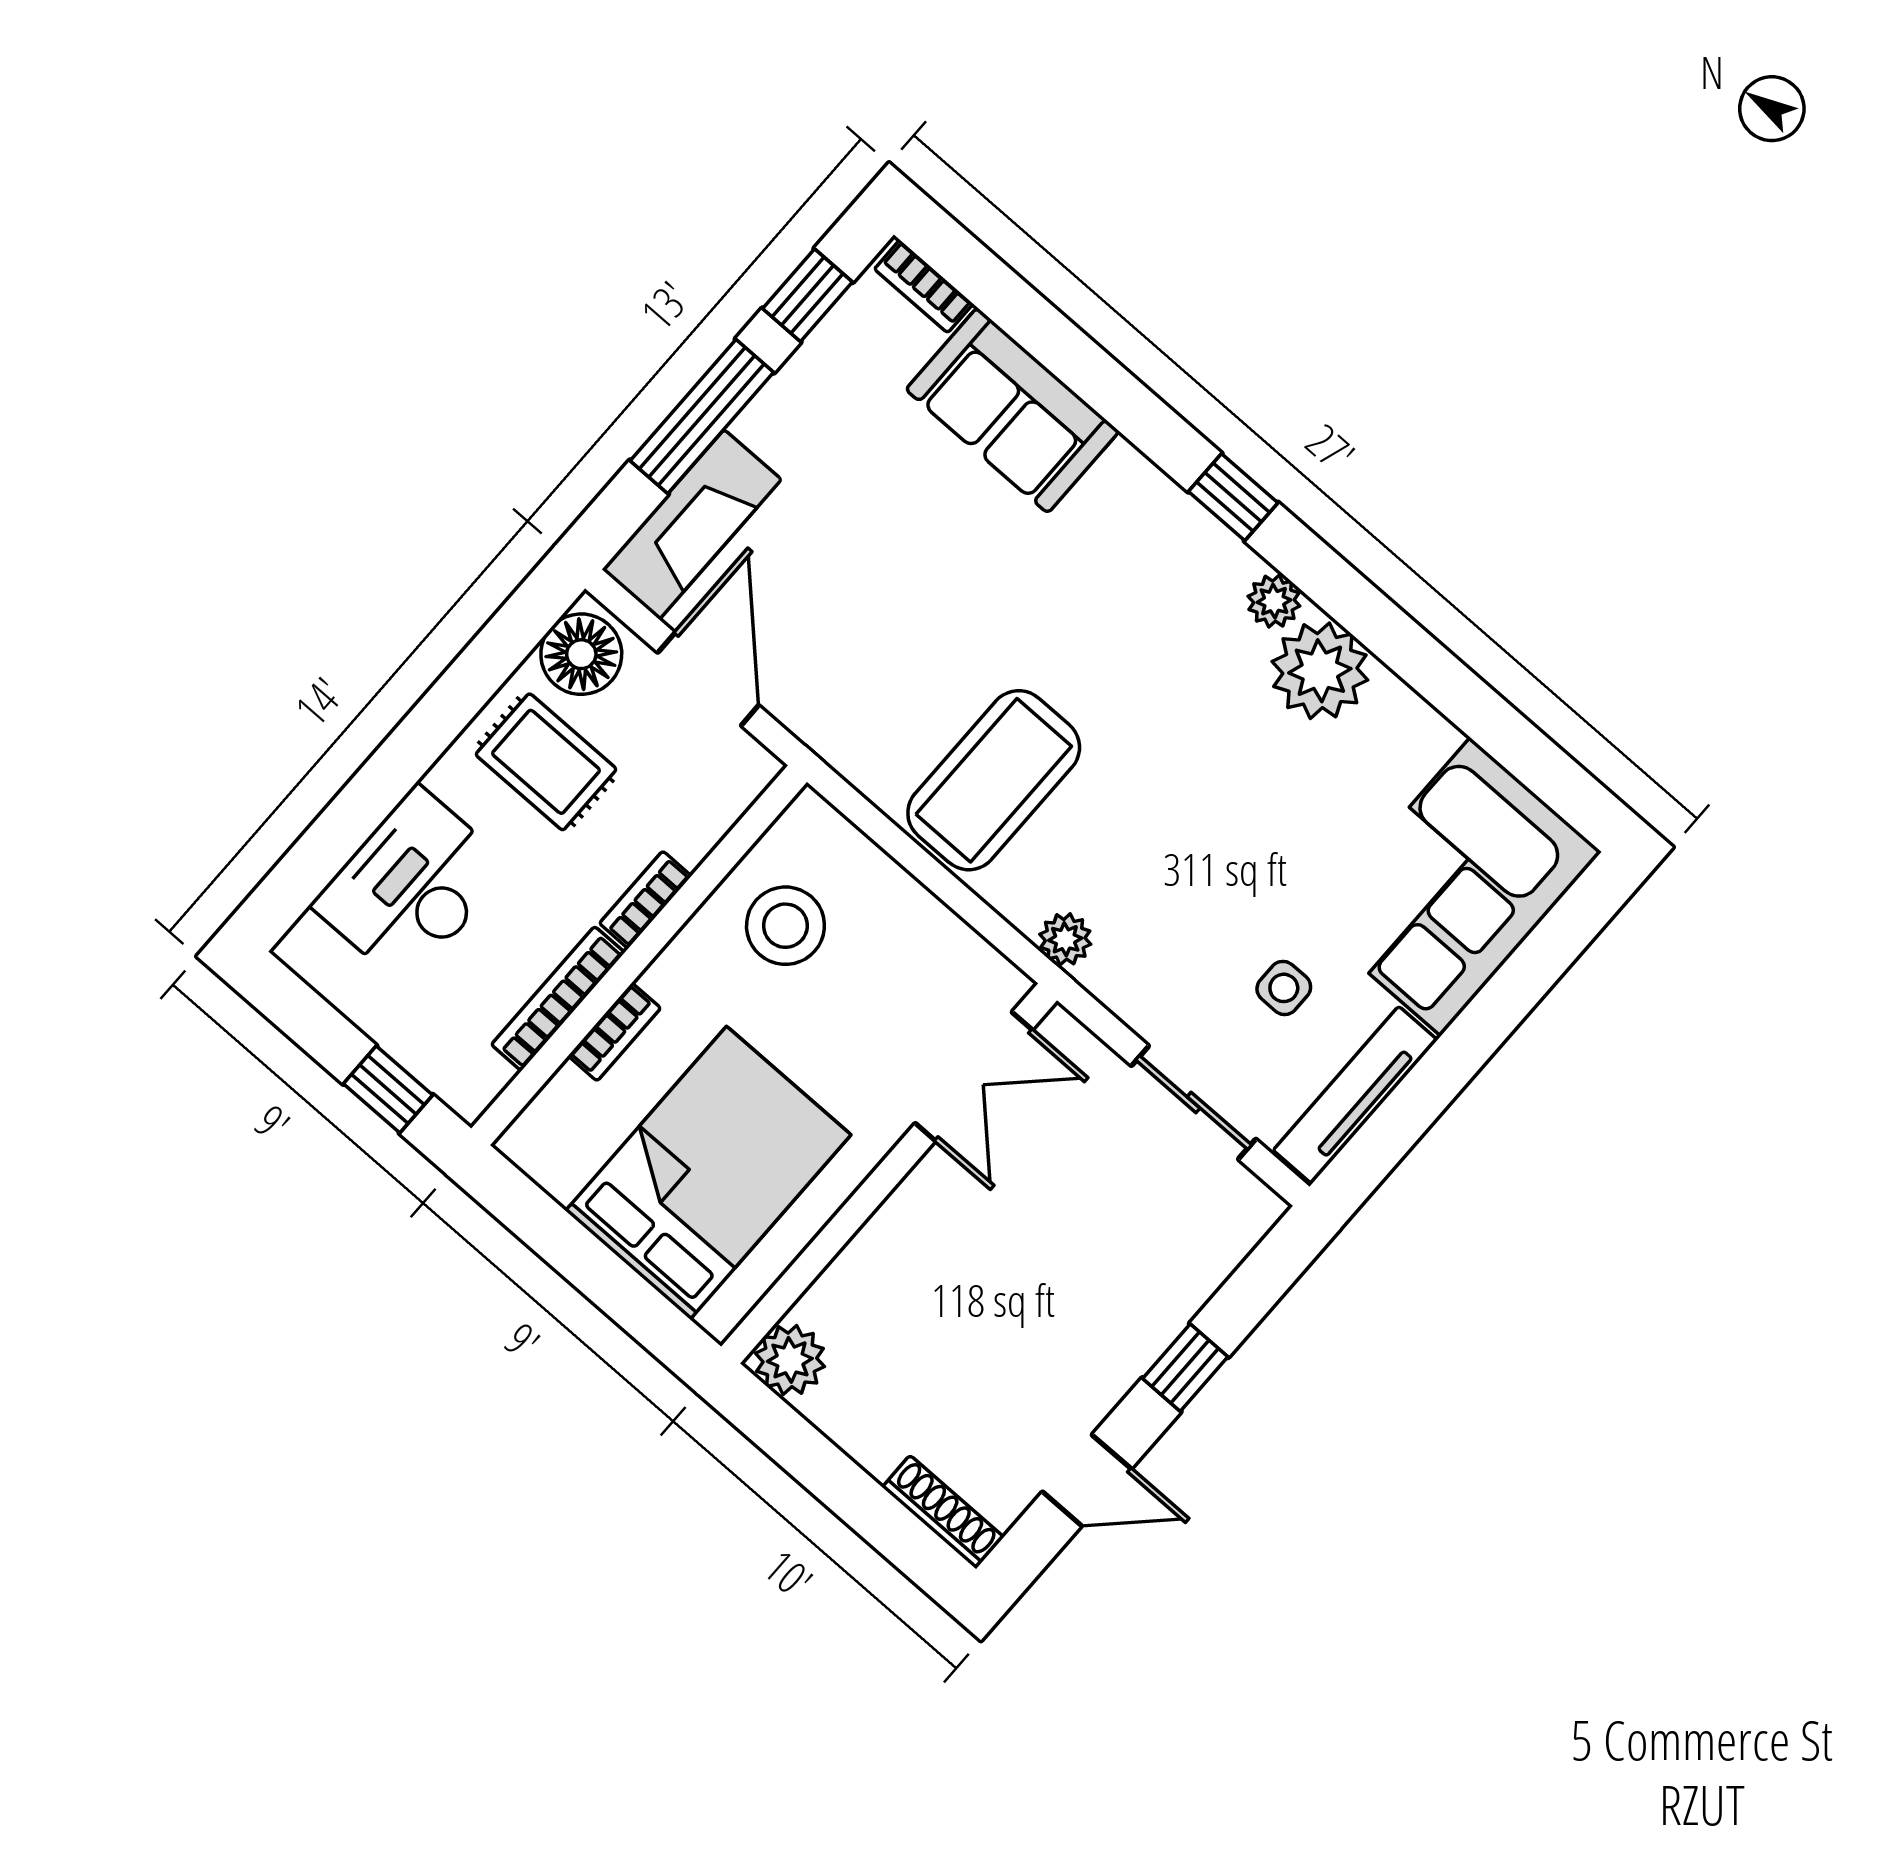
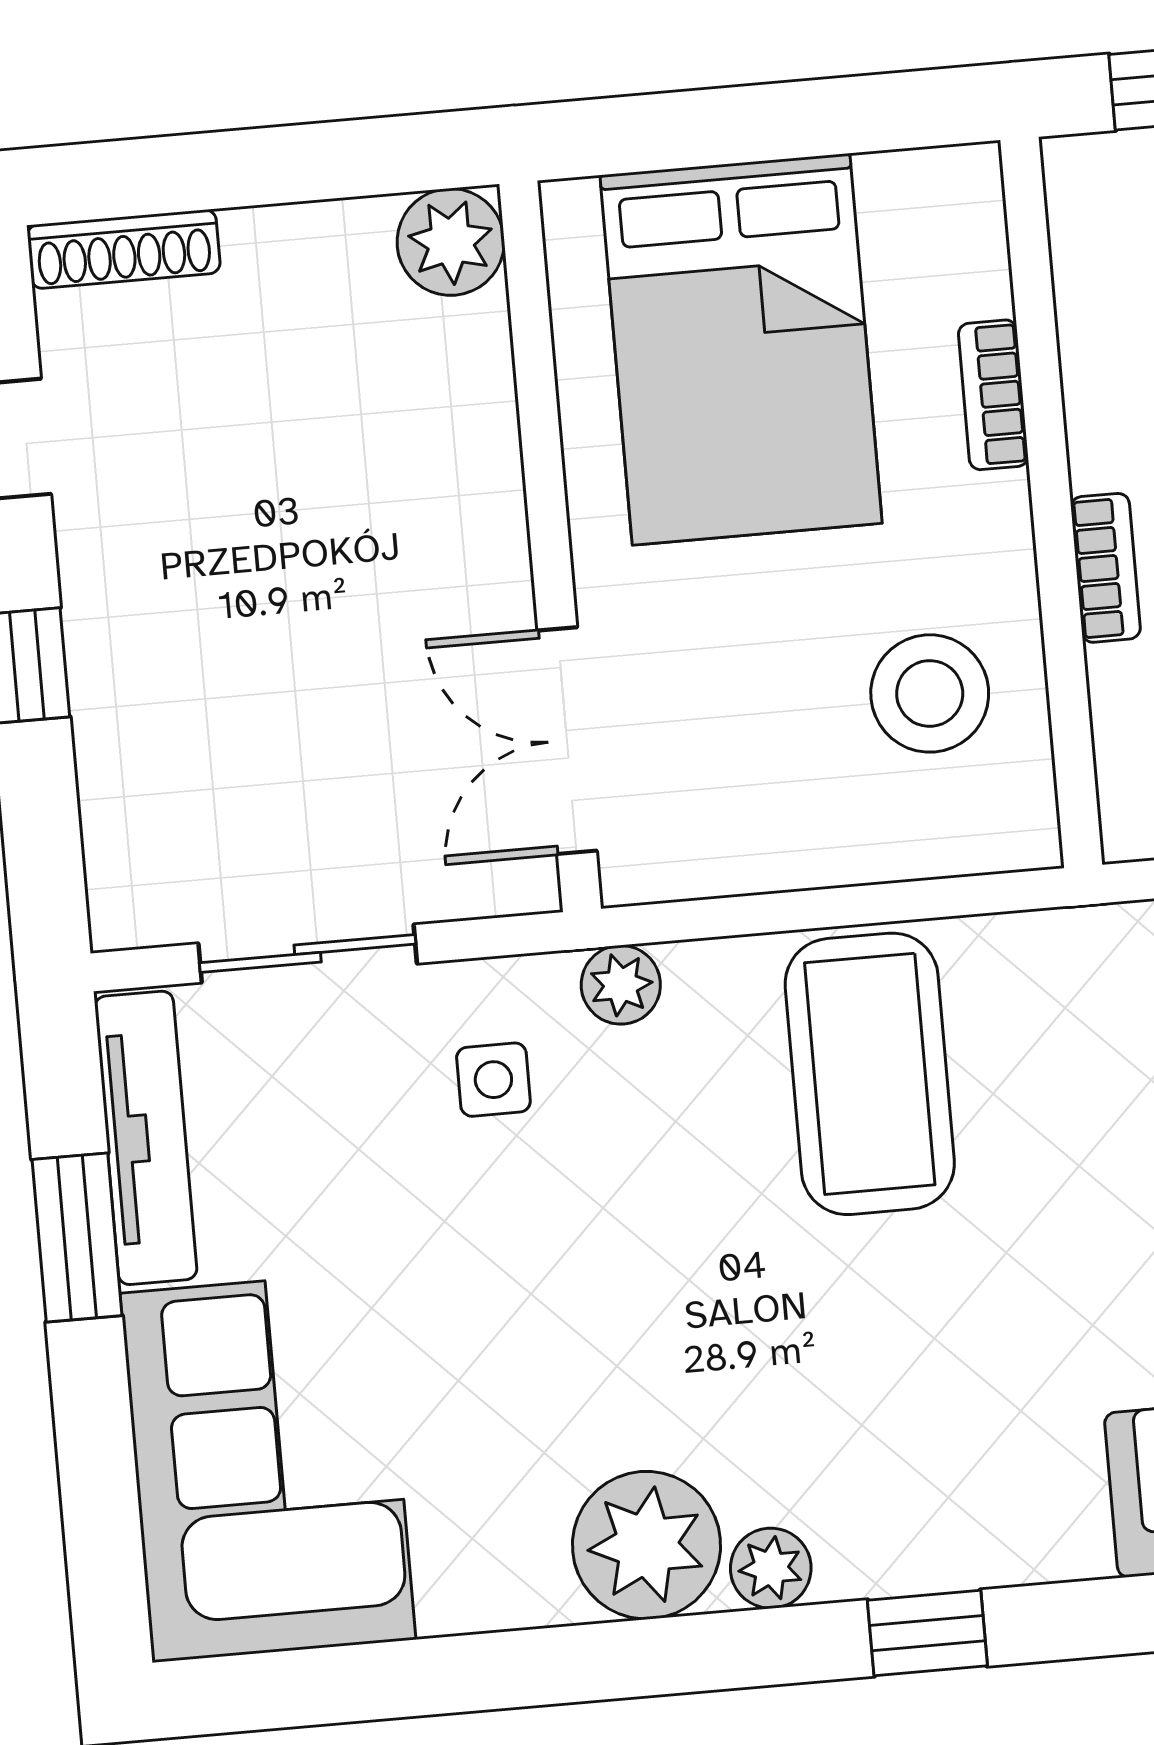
side table: (1284, 988) -> (493, 1080), moved
bookcase: (558, 998) -> (1089, 368), removed
window: (1434, 1082) -> (77, 1237), added

